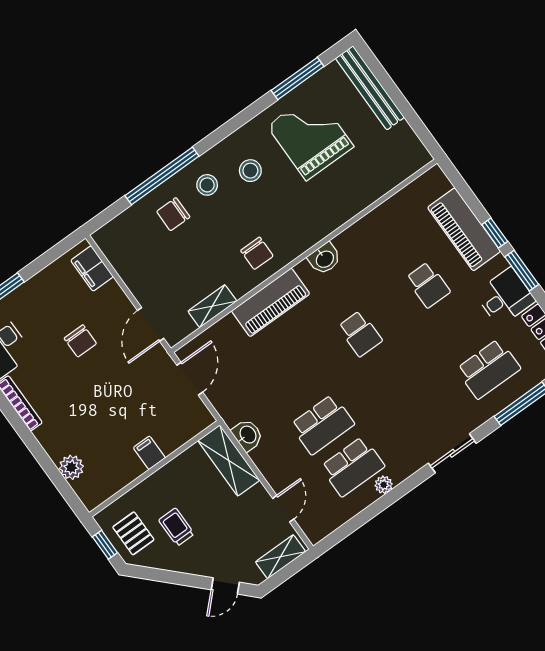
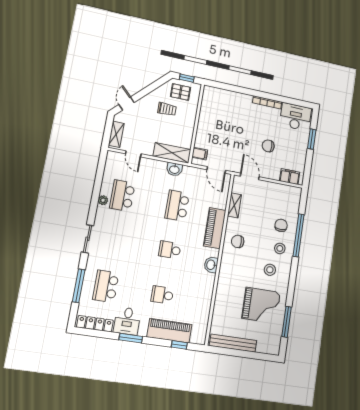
bench: (370, 88) -> (233, 343), moved
window: (495, 233) -> (179, 345), moved
school desk: (322, 424) -> (177, 206), moved
filing cabinet: (149, 453) -> (200, 154), moved
plant: (71, 467) -> (227, 96), removed

